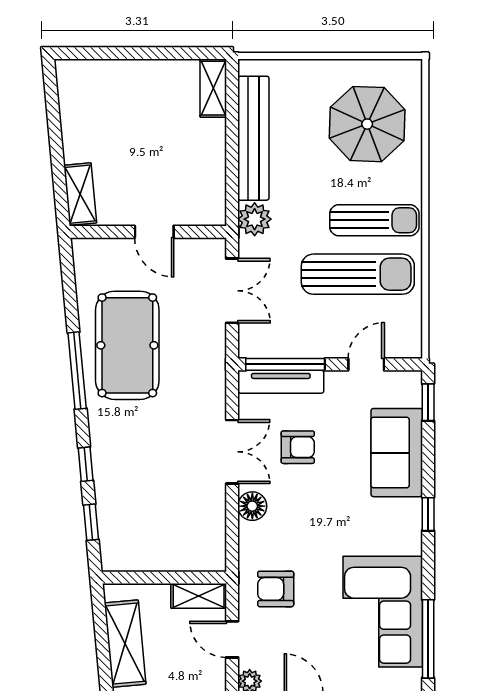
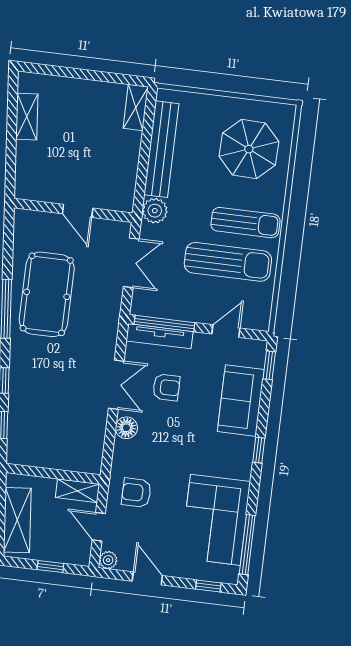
shelving: (80, 194) -> (27, 117), moved

